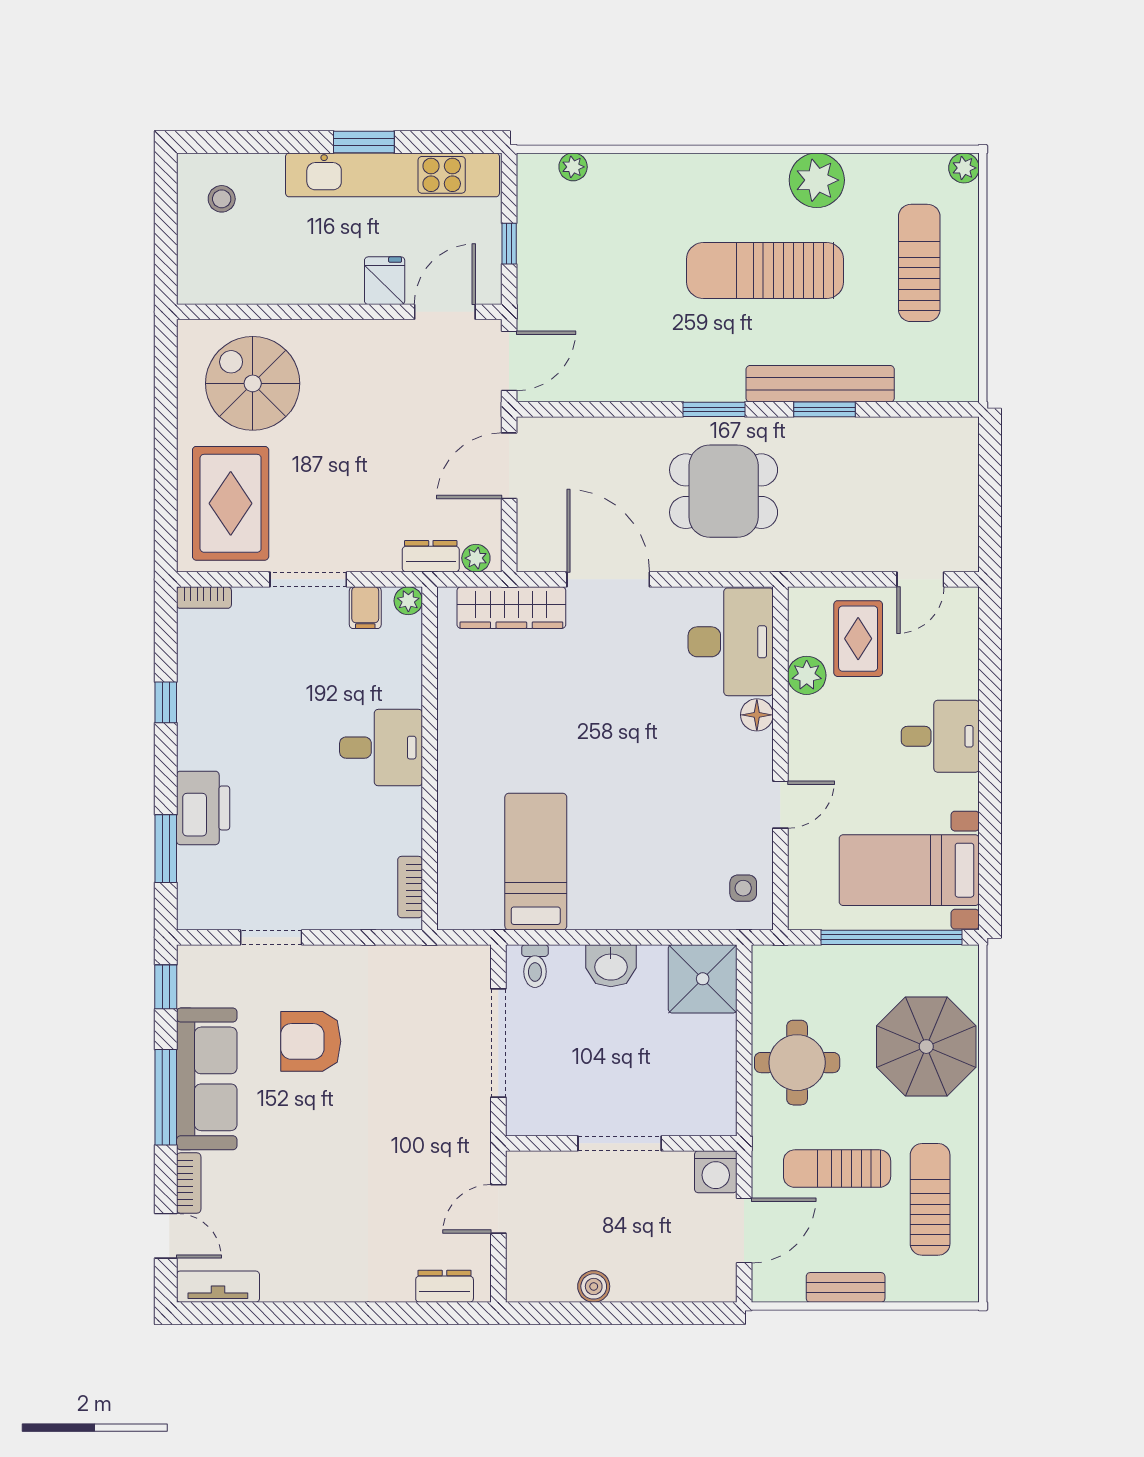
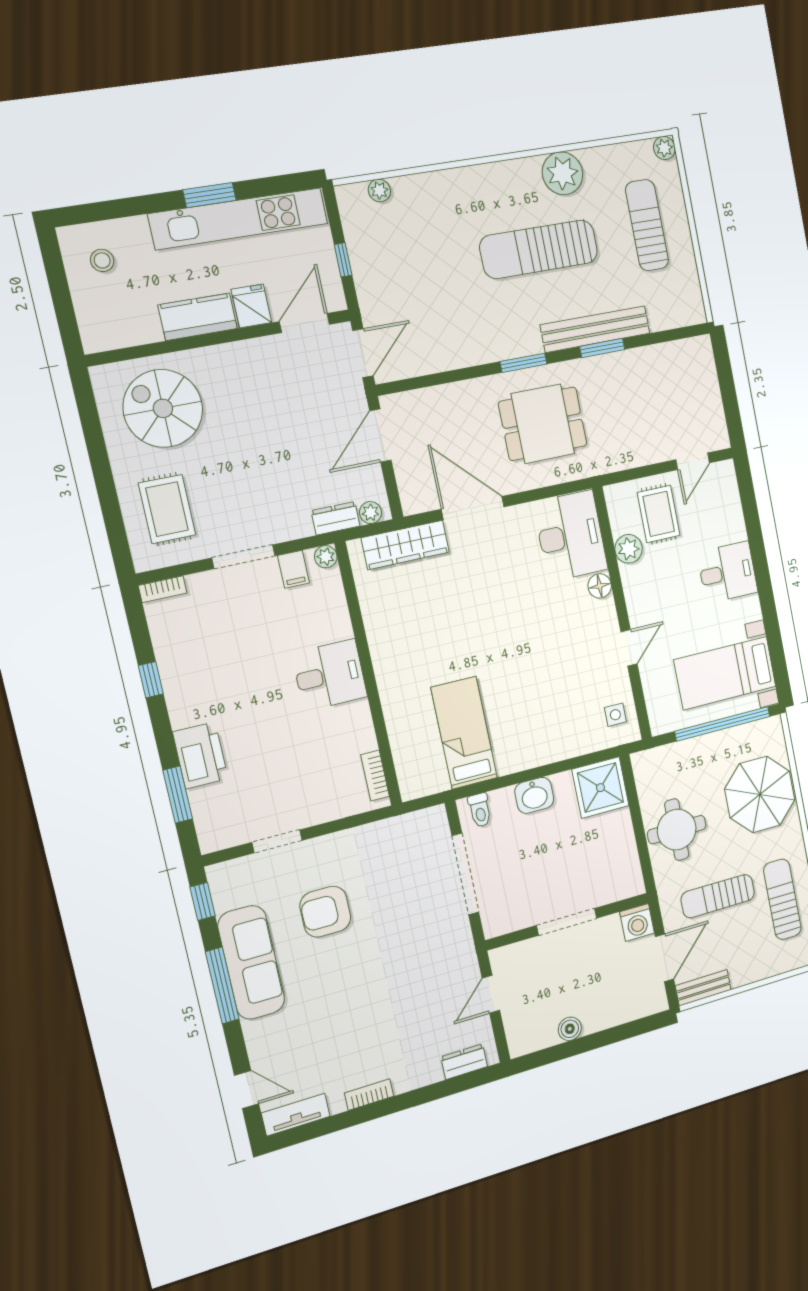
kitchen counter: (318, 283) -> (198, 317), added
rug: (231, 503) -> (167, 509), width x0.73, depth x0.70
bookcase: (189, 1183) -> (369, 1095), moved, turned -90
bench: (846, 1287) -> (703, 988), moved

